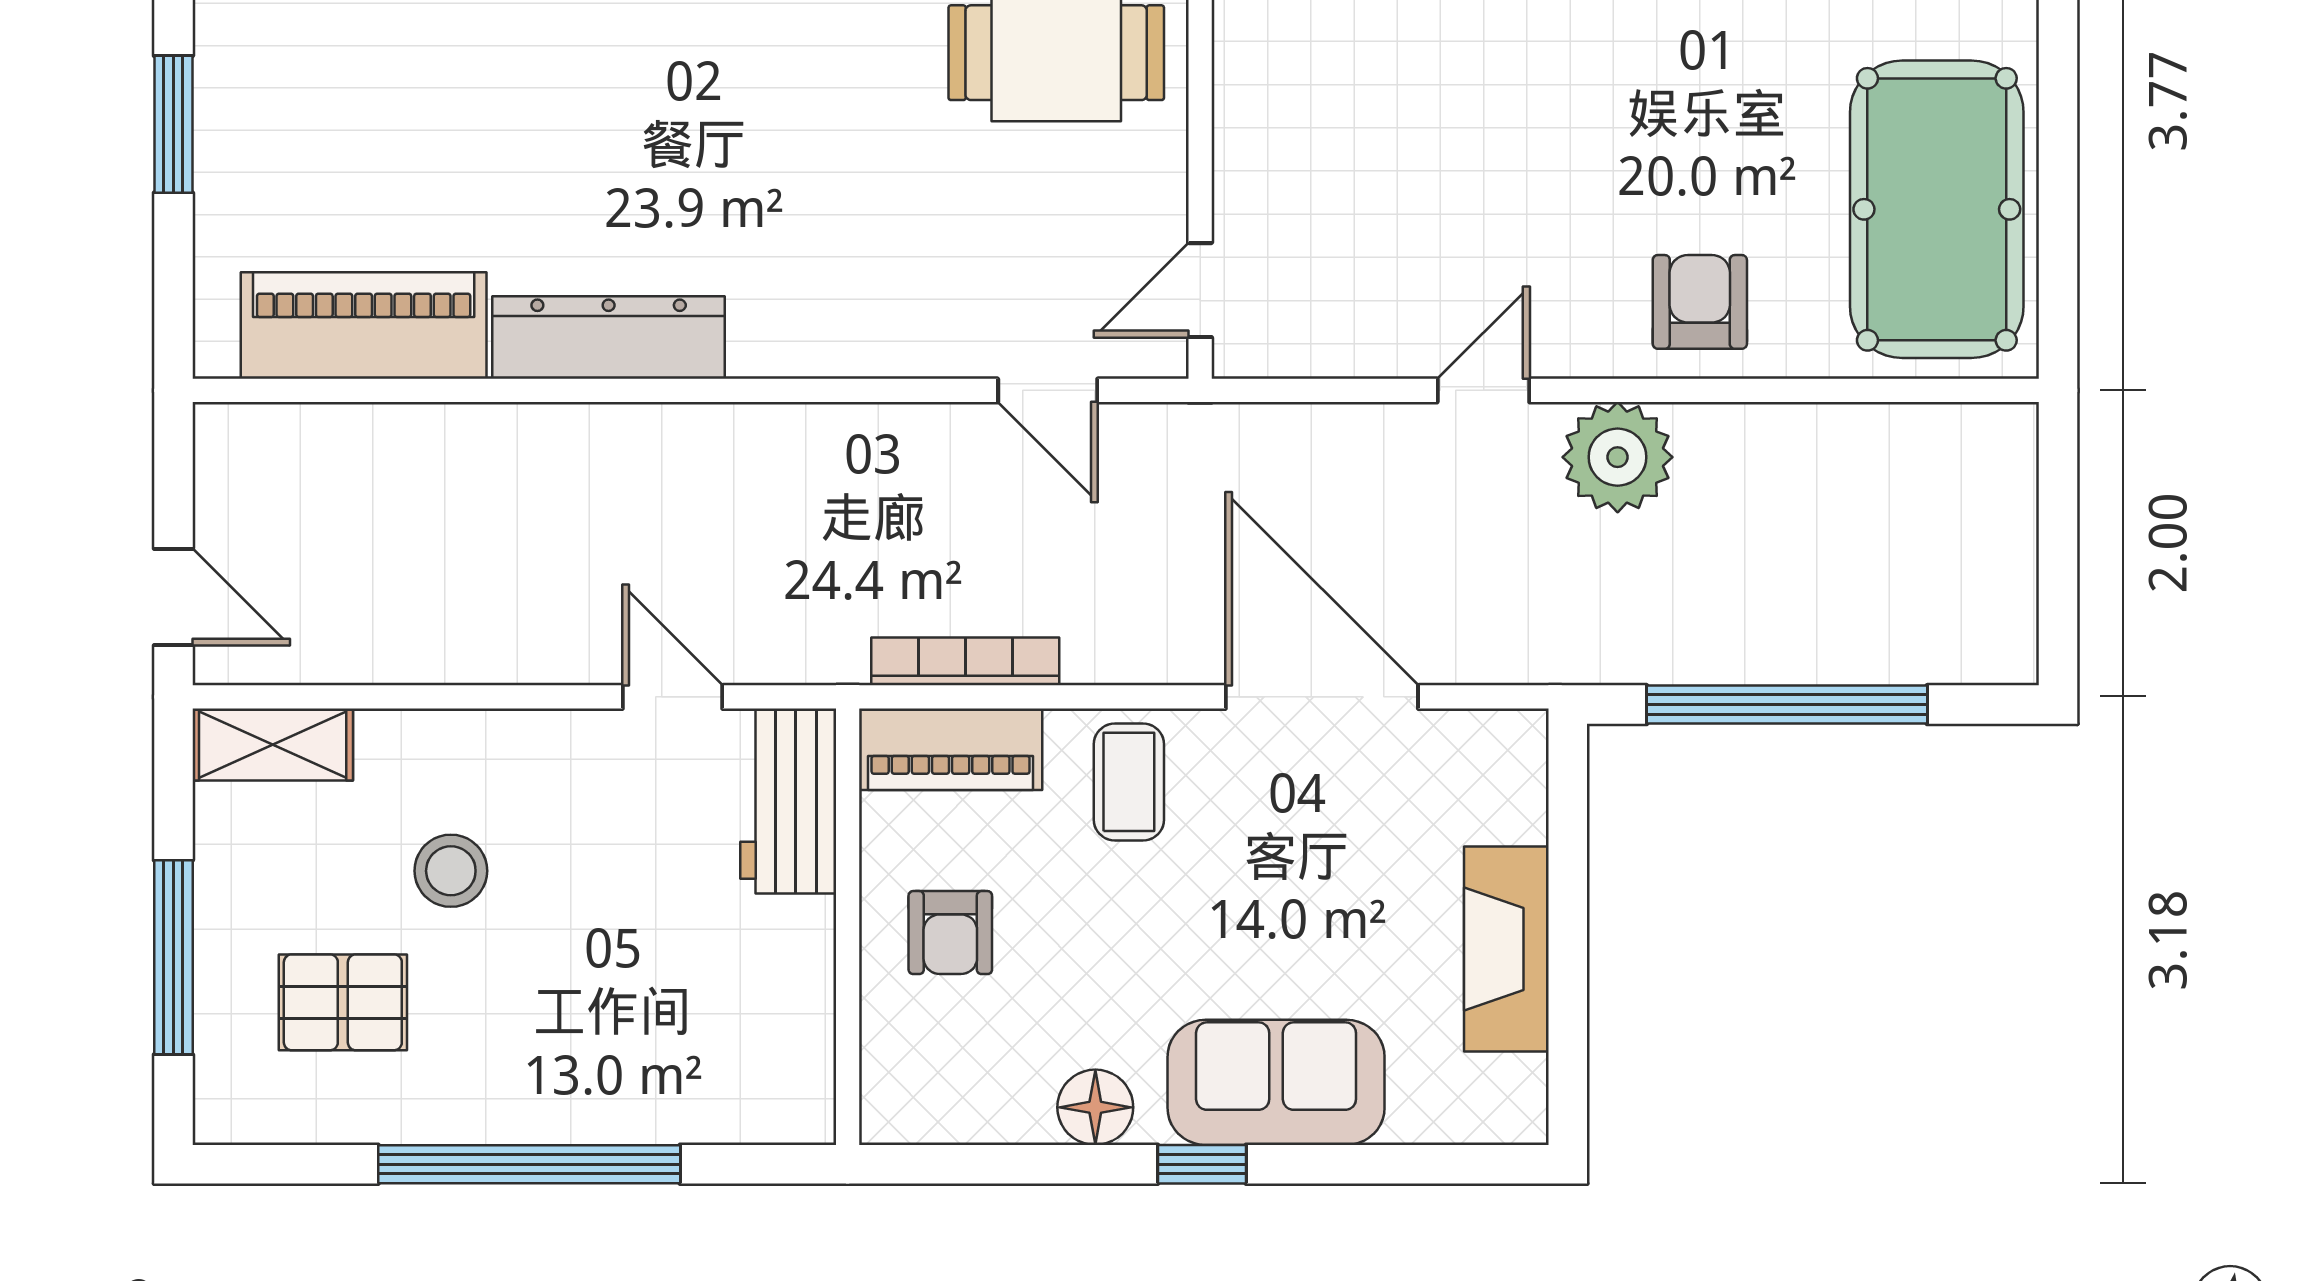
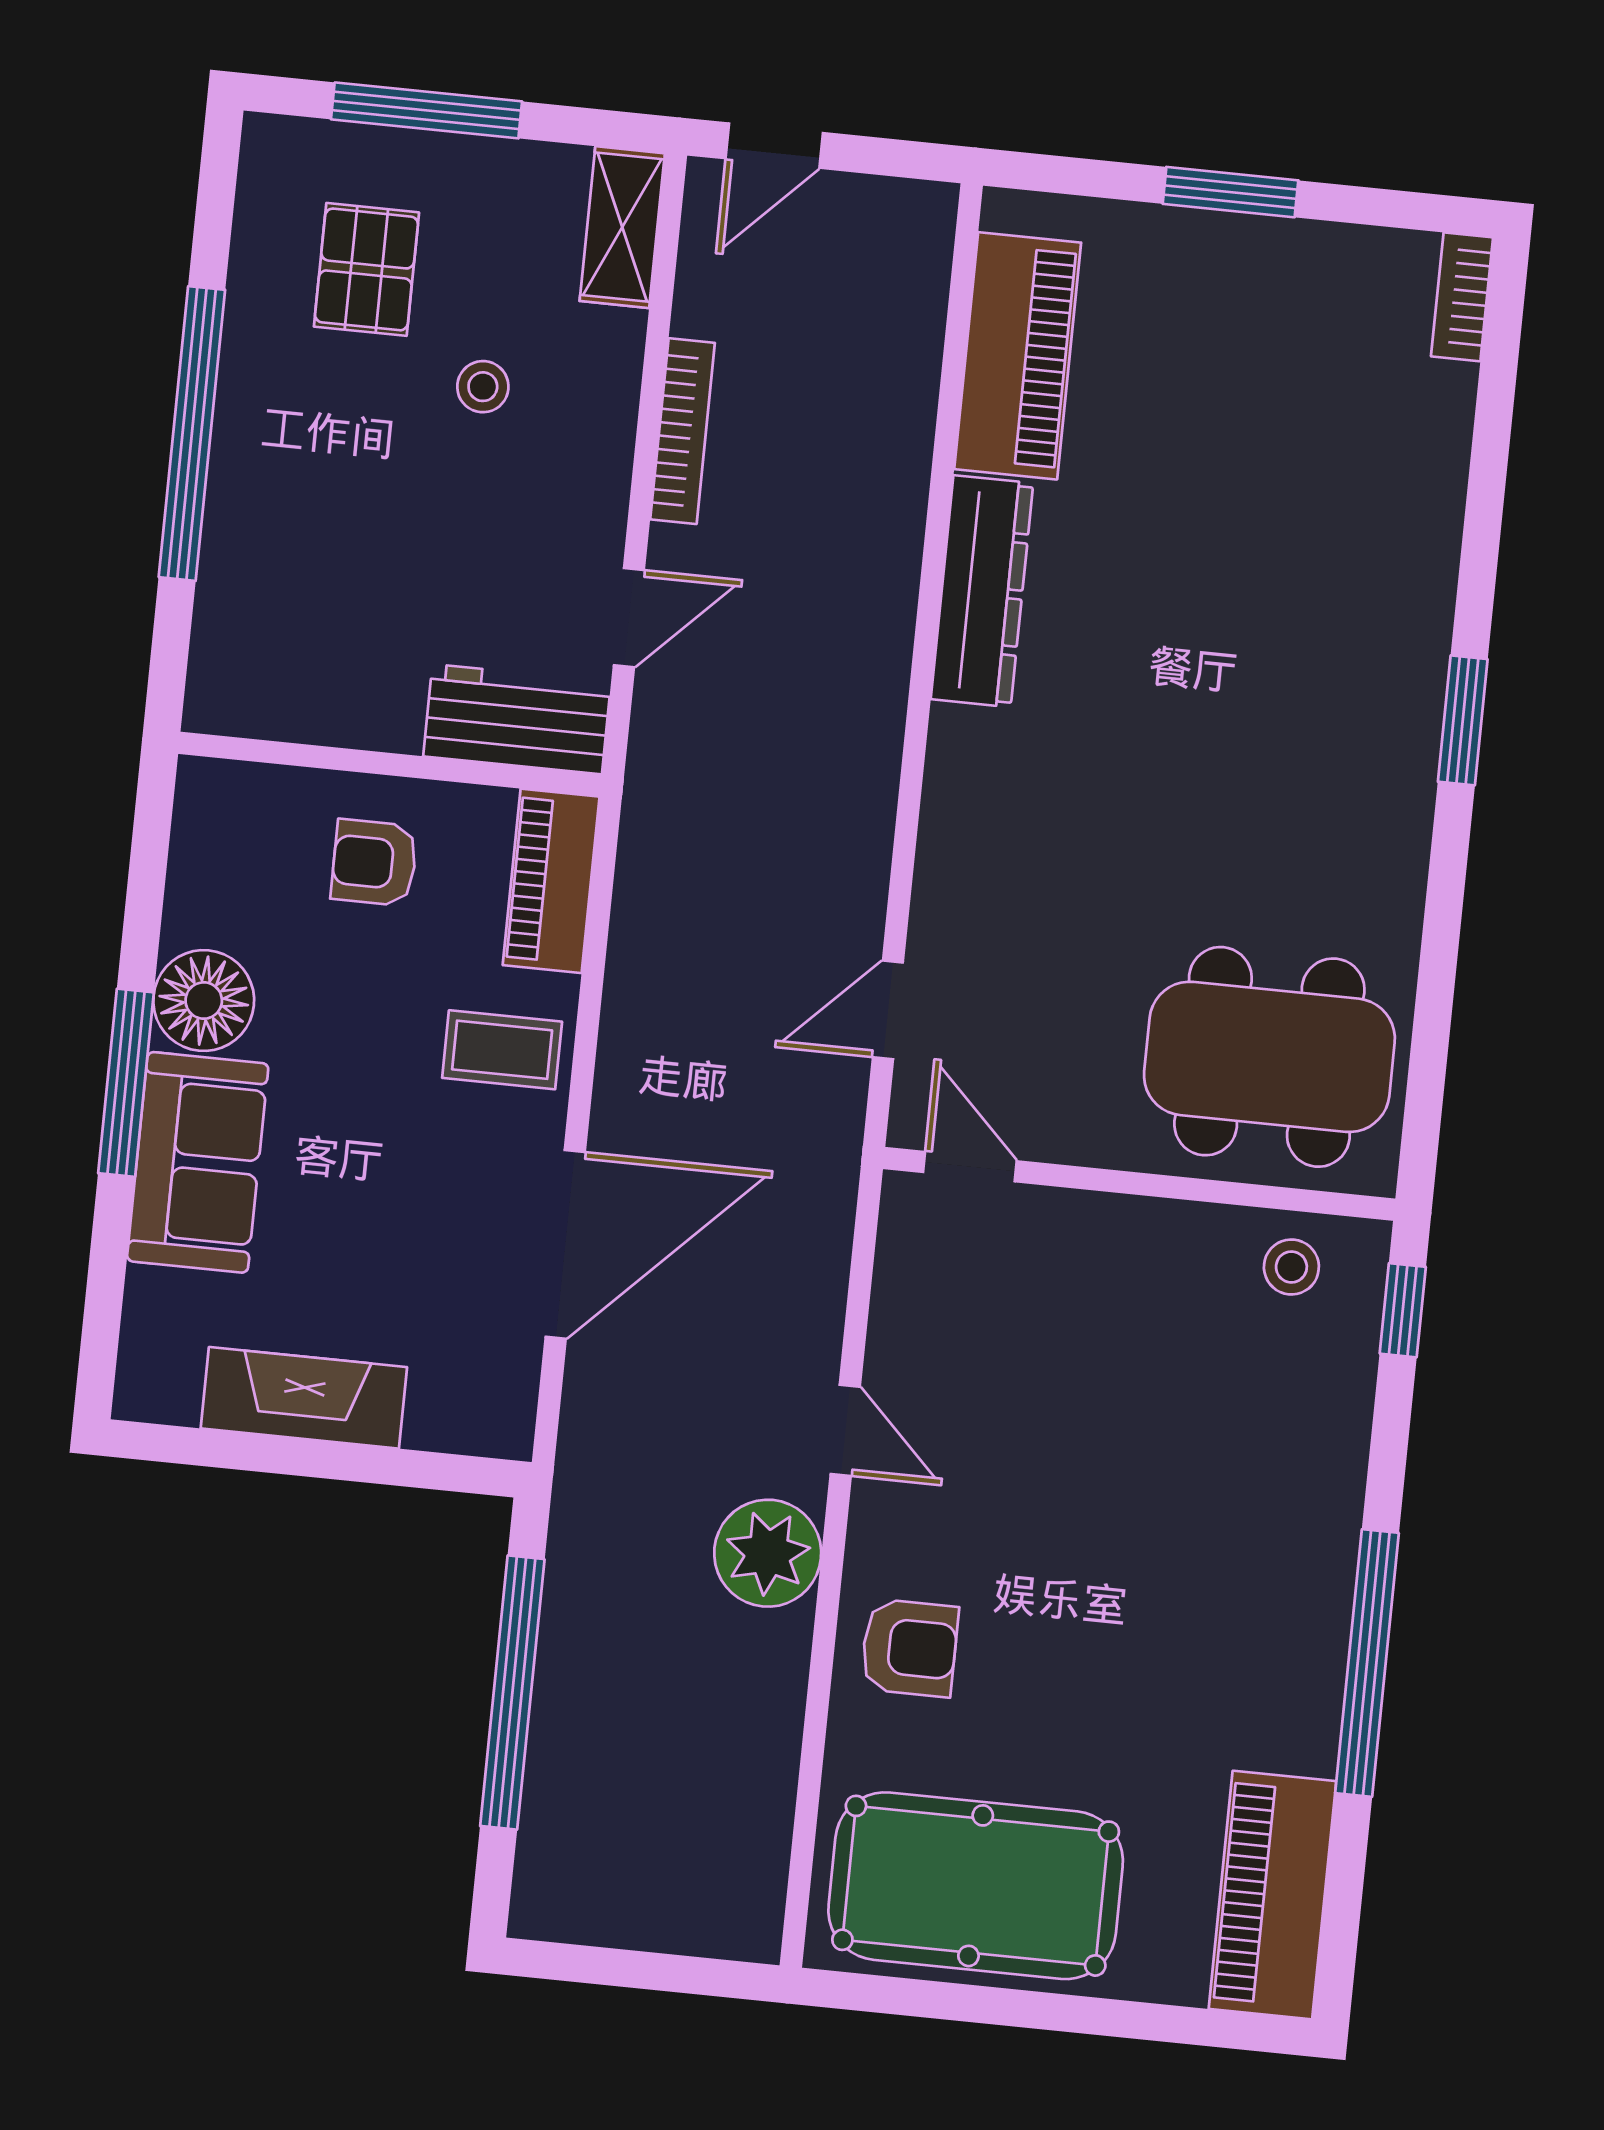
bookcase: (965, 661) -> (683, 431), moved
stool: (451, 871) -> (483, 387), width x0.73, depth x0.73
floor lamp: (1095, 1107) -> (204, 1001), width x1.38, depth x1.38
window: (1202, 1164) -> (126, 1083), width x2.17

